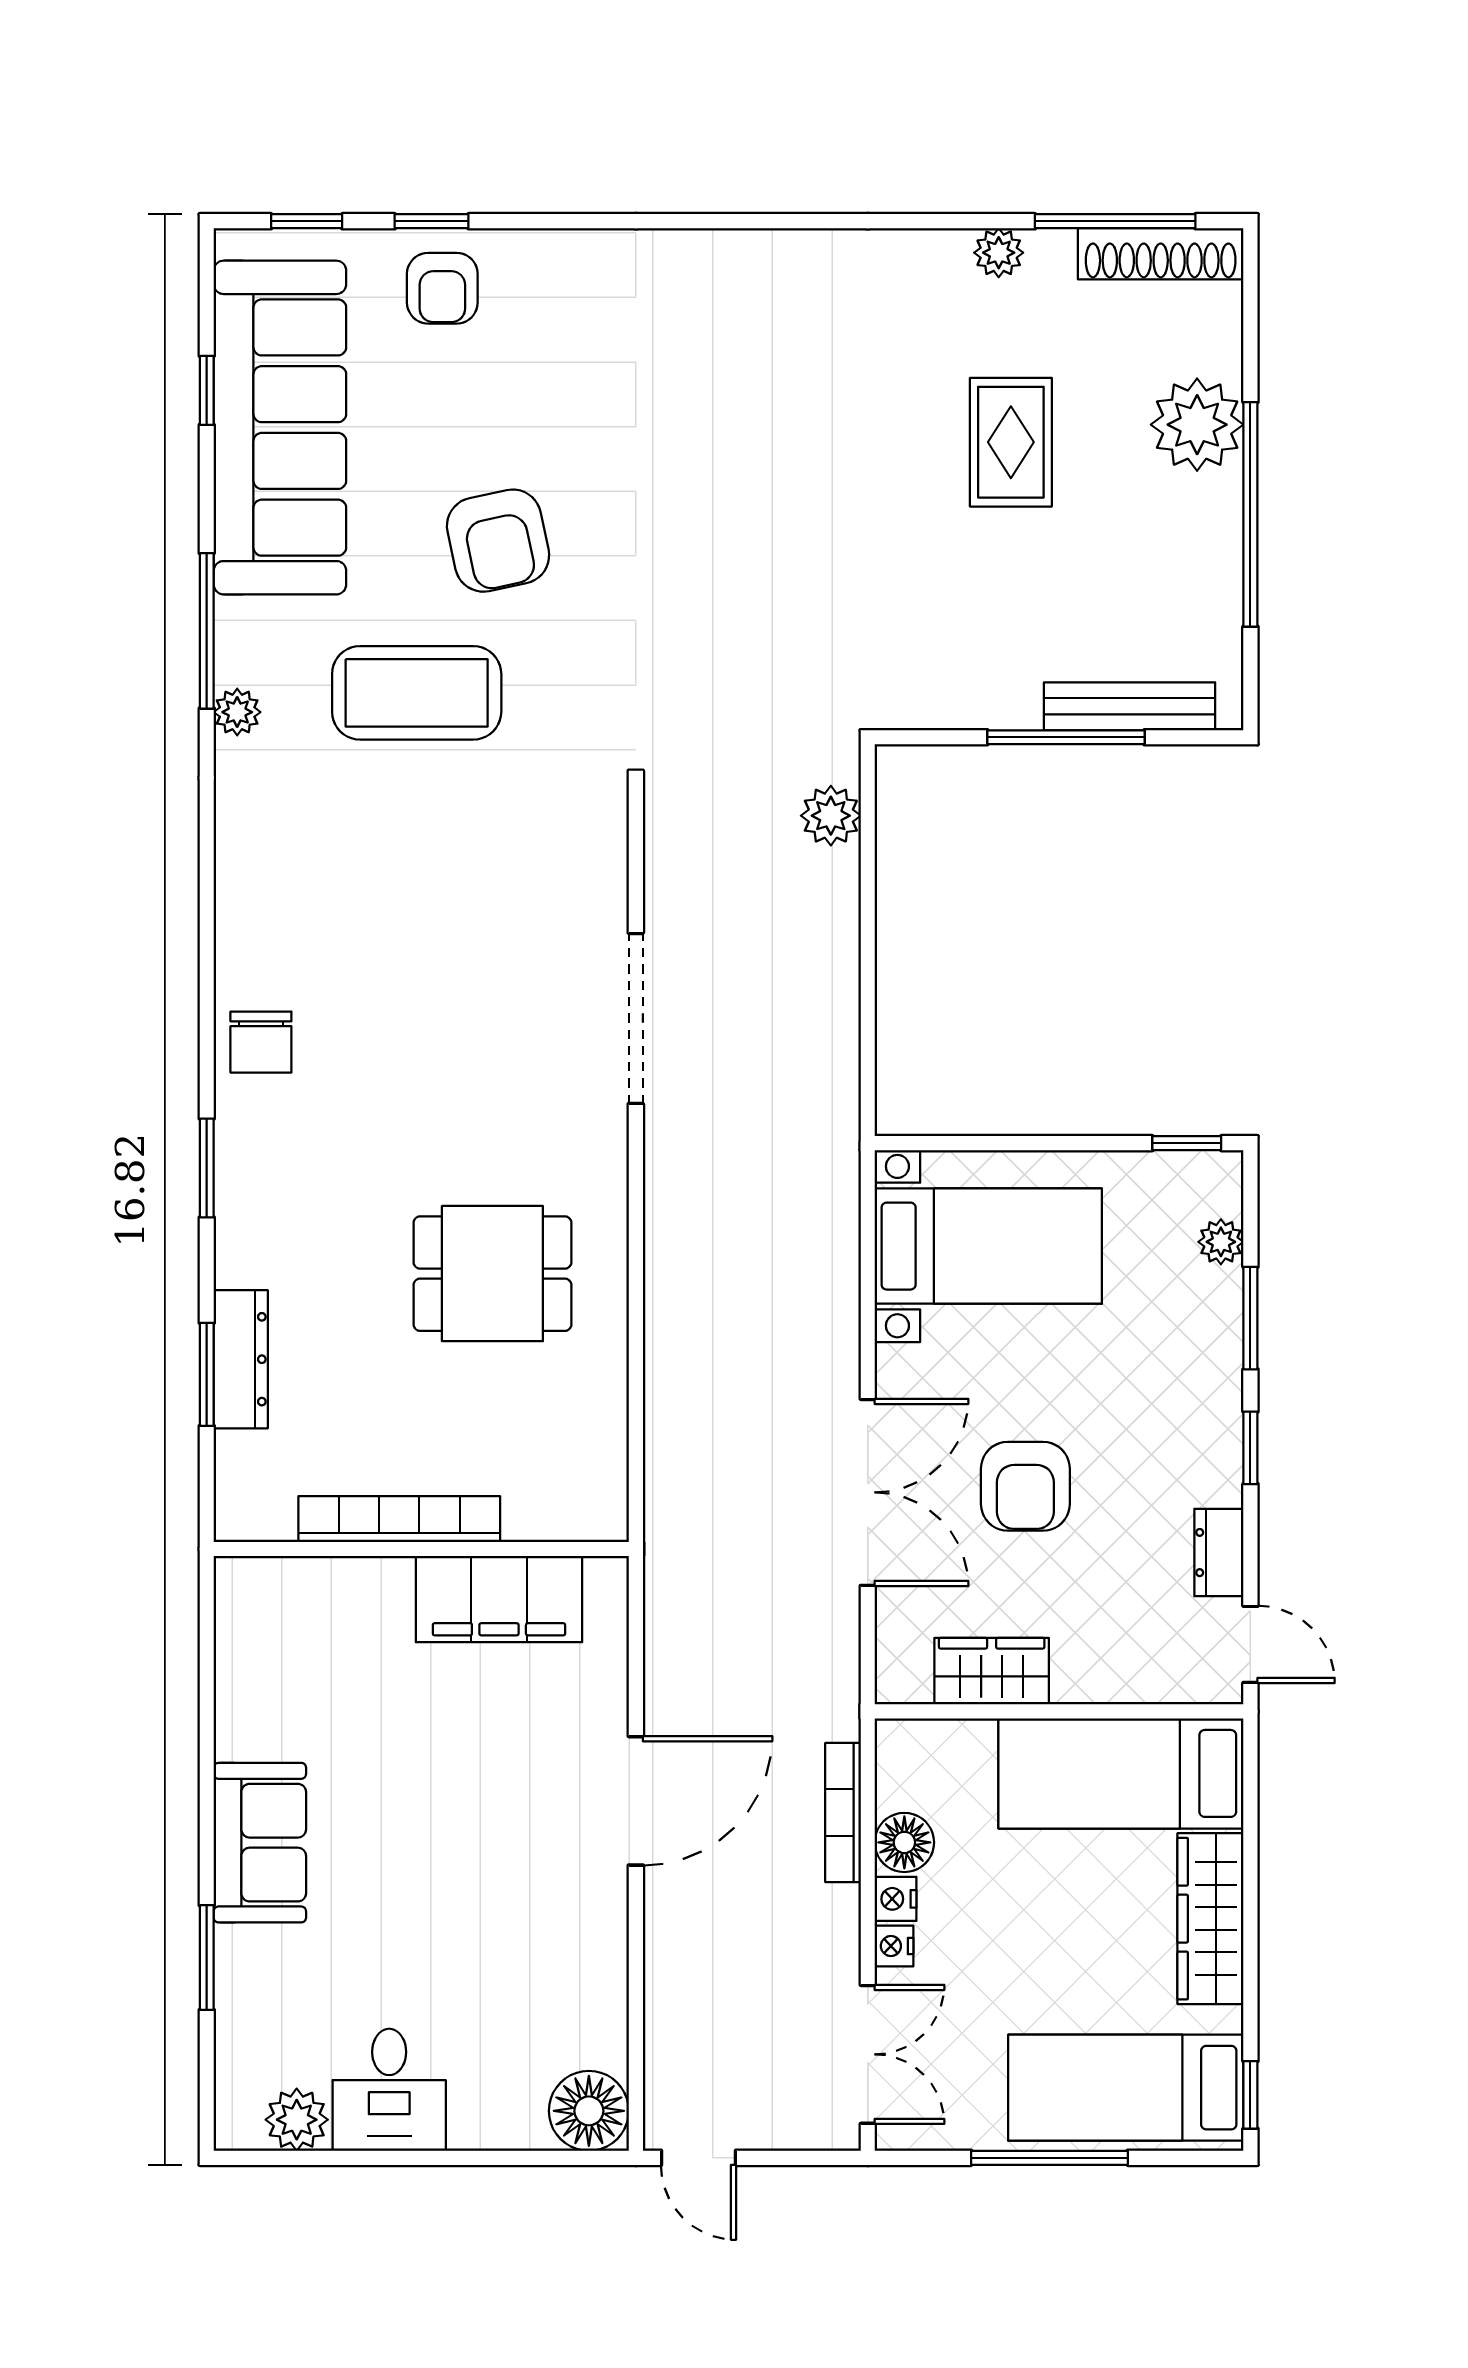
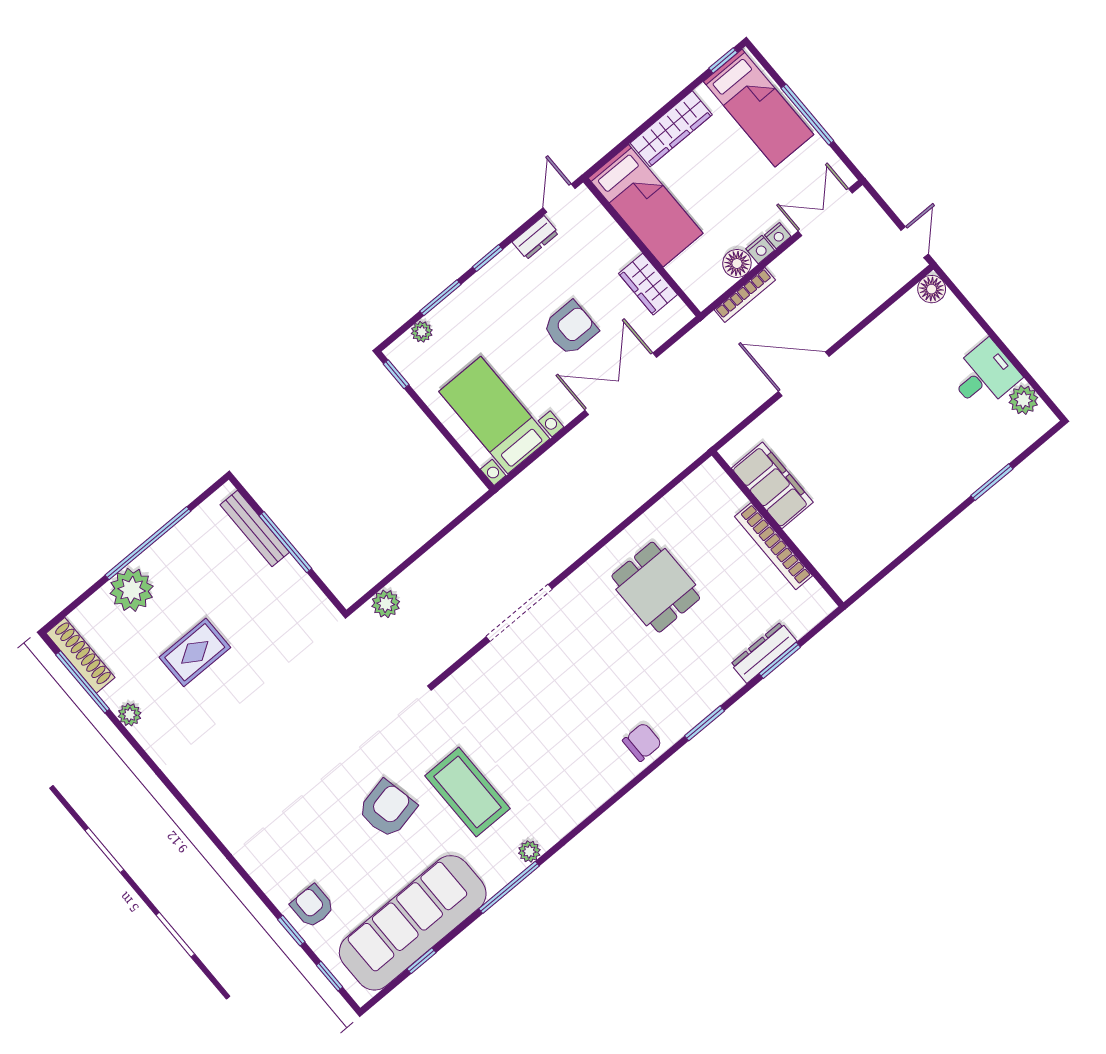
armchair: (442, 288) -> (312, 906), turned -90
sofa: (260, 1843) -> (934, 498), removed
floor lamp: (589, 2111) -> (932, 289), width x0.73, depth x0.73

